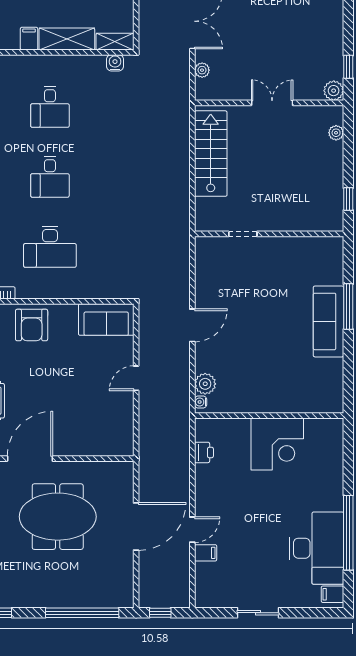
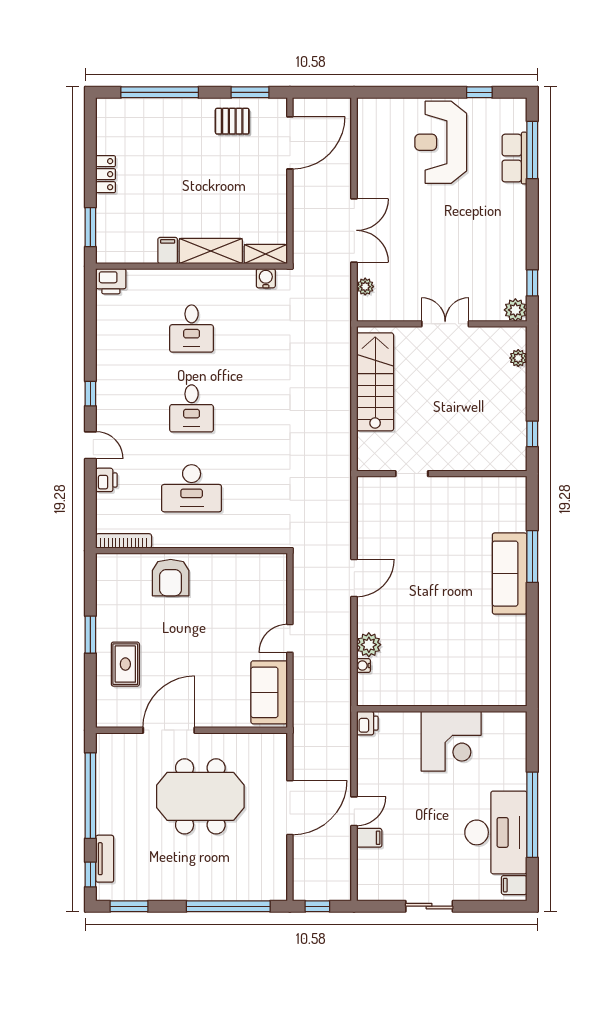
sofa: (106, 320) -> (269, 692), moved, turned 90
wall: (269, 416) -> (442, 709), moved
corner desk: (277, 444) -> (451, 741), moved

